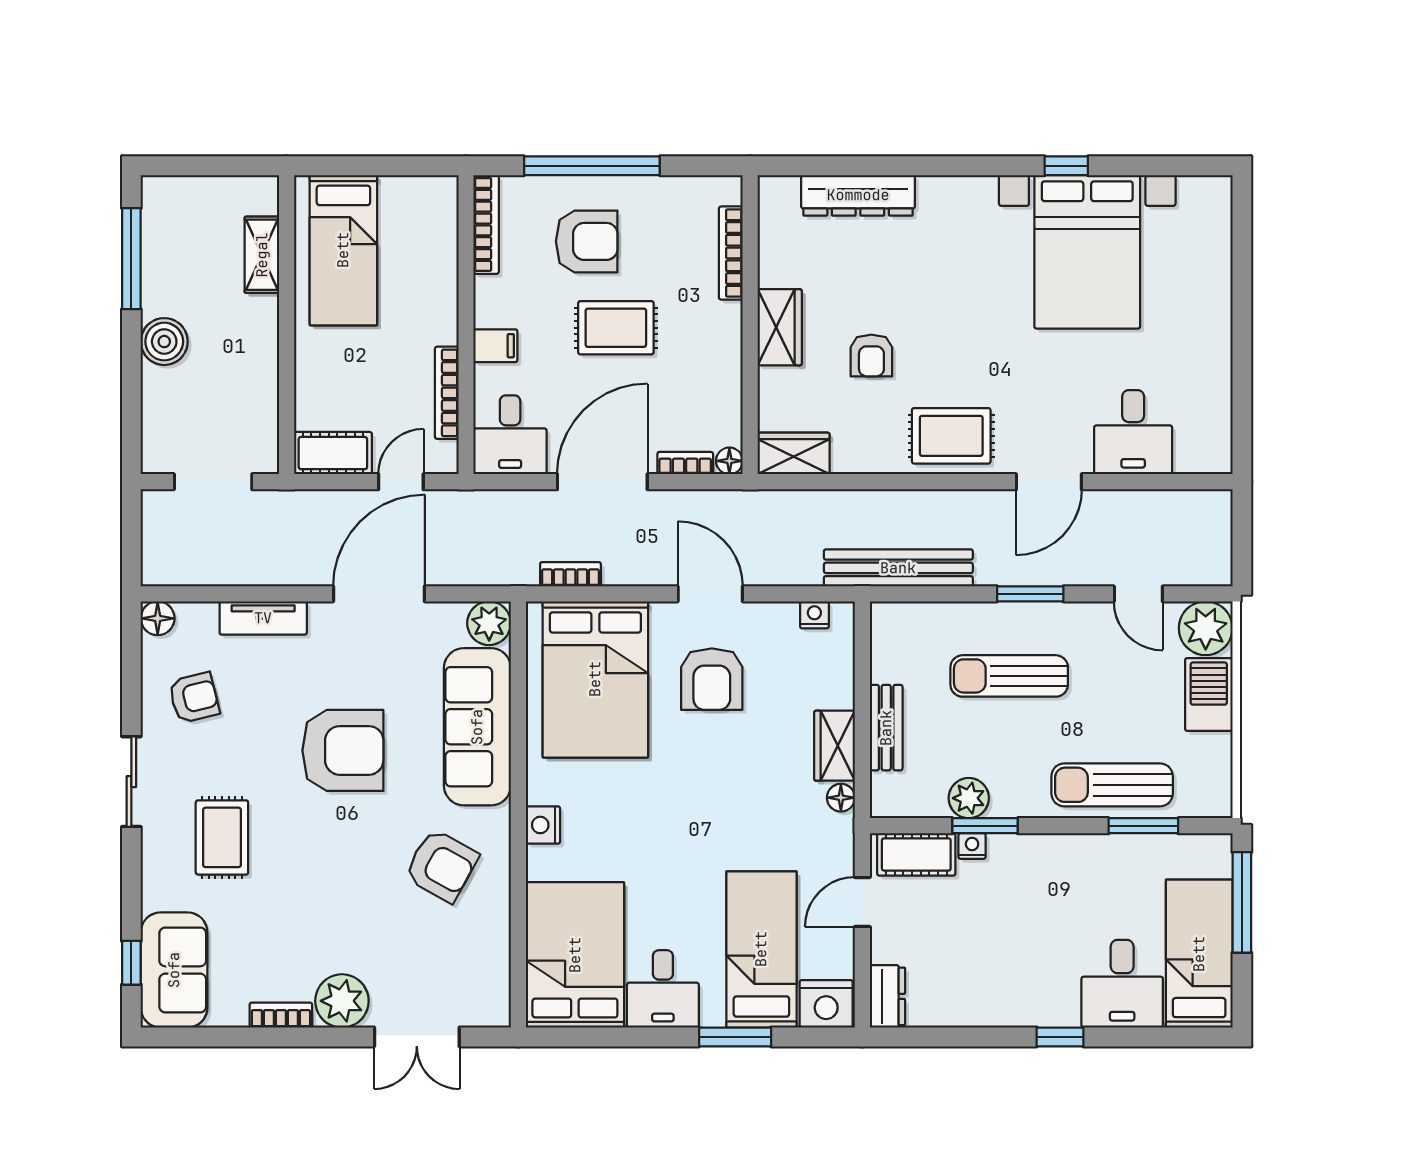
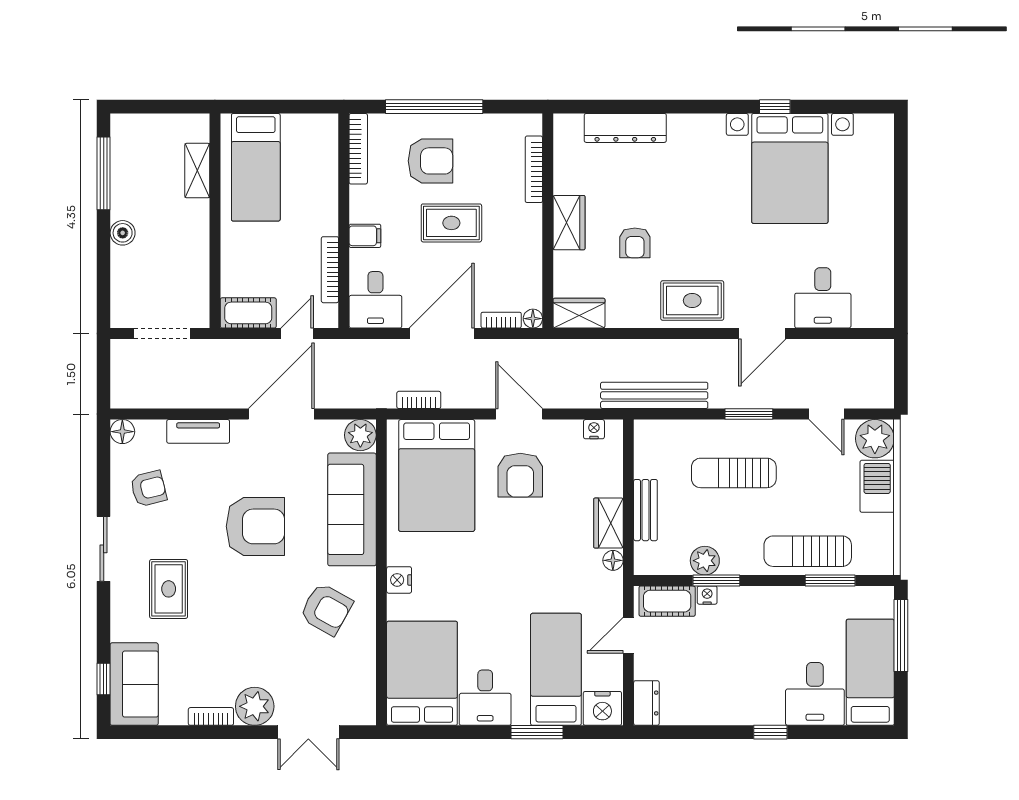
boiler: (164, 342) -> (123, 233), width x0.73, depth x0.73

